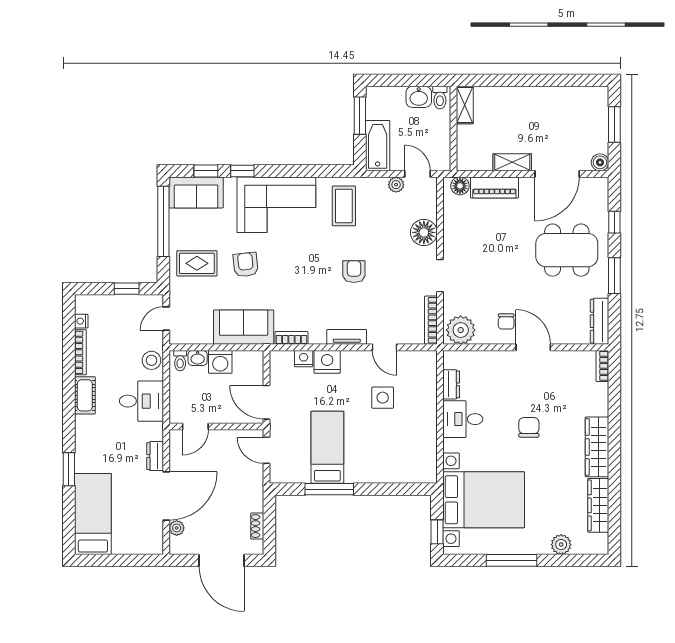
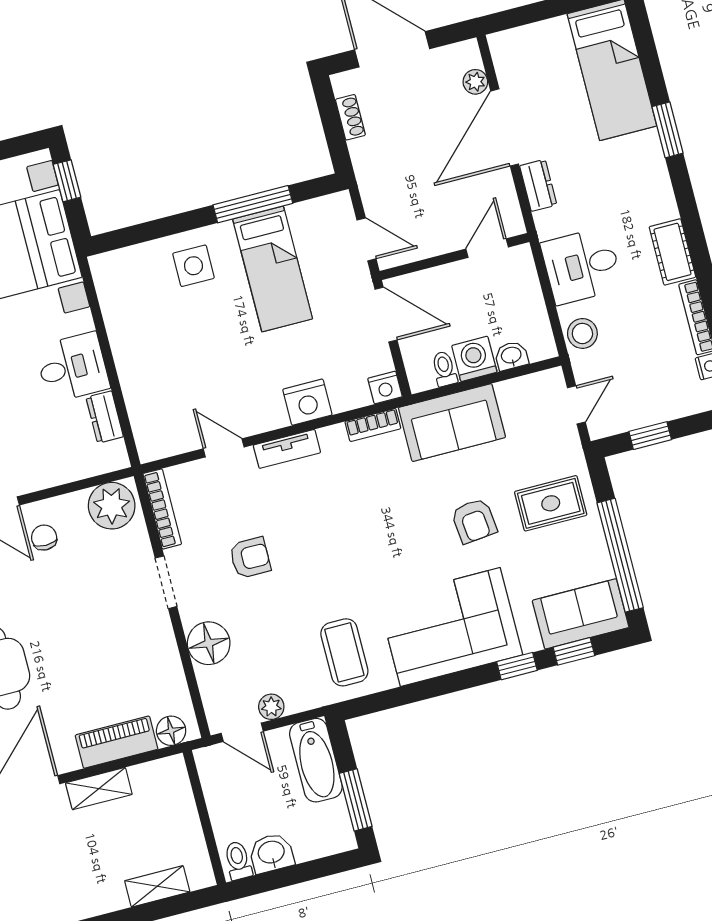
shelving: (465, 105) -> (157, 886), moved, turned 90
armchair: (354, 272) -> (250, 558), moved, turned -90
nightstand: (304, 359) -> (385, 388), moved
toilet: (180, 361) -> (444, 369), moved
side table: (383, 398) -> (193, 266), moved

